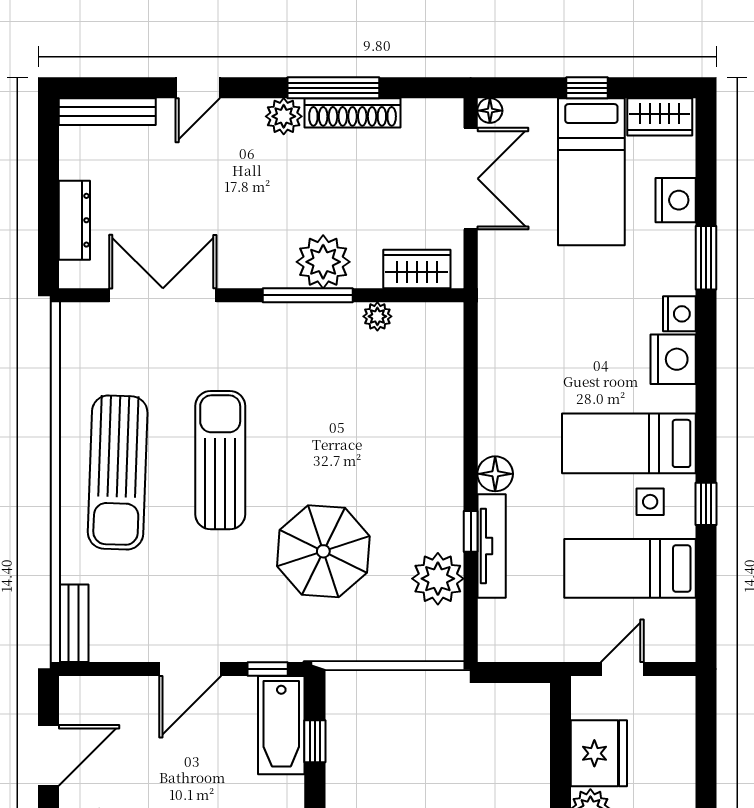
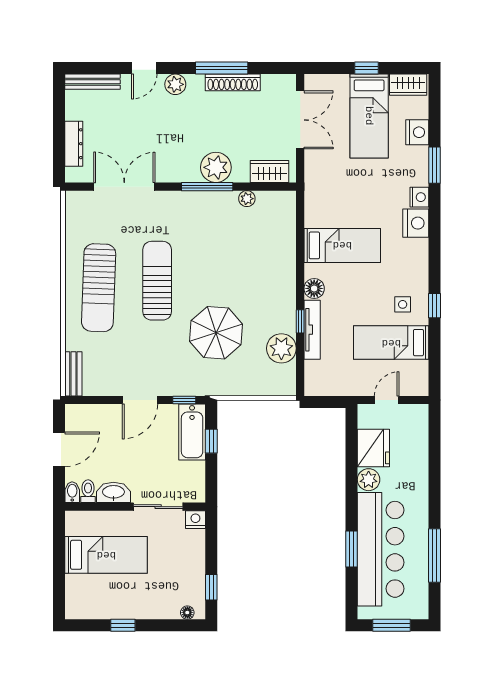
floor lamp: (490, 111) -> (311, 81), removed
plant: (284, 116) -> (175, 84), moved
bed: (629, 443) -> (342, 245), moved, turned 180

